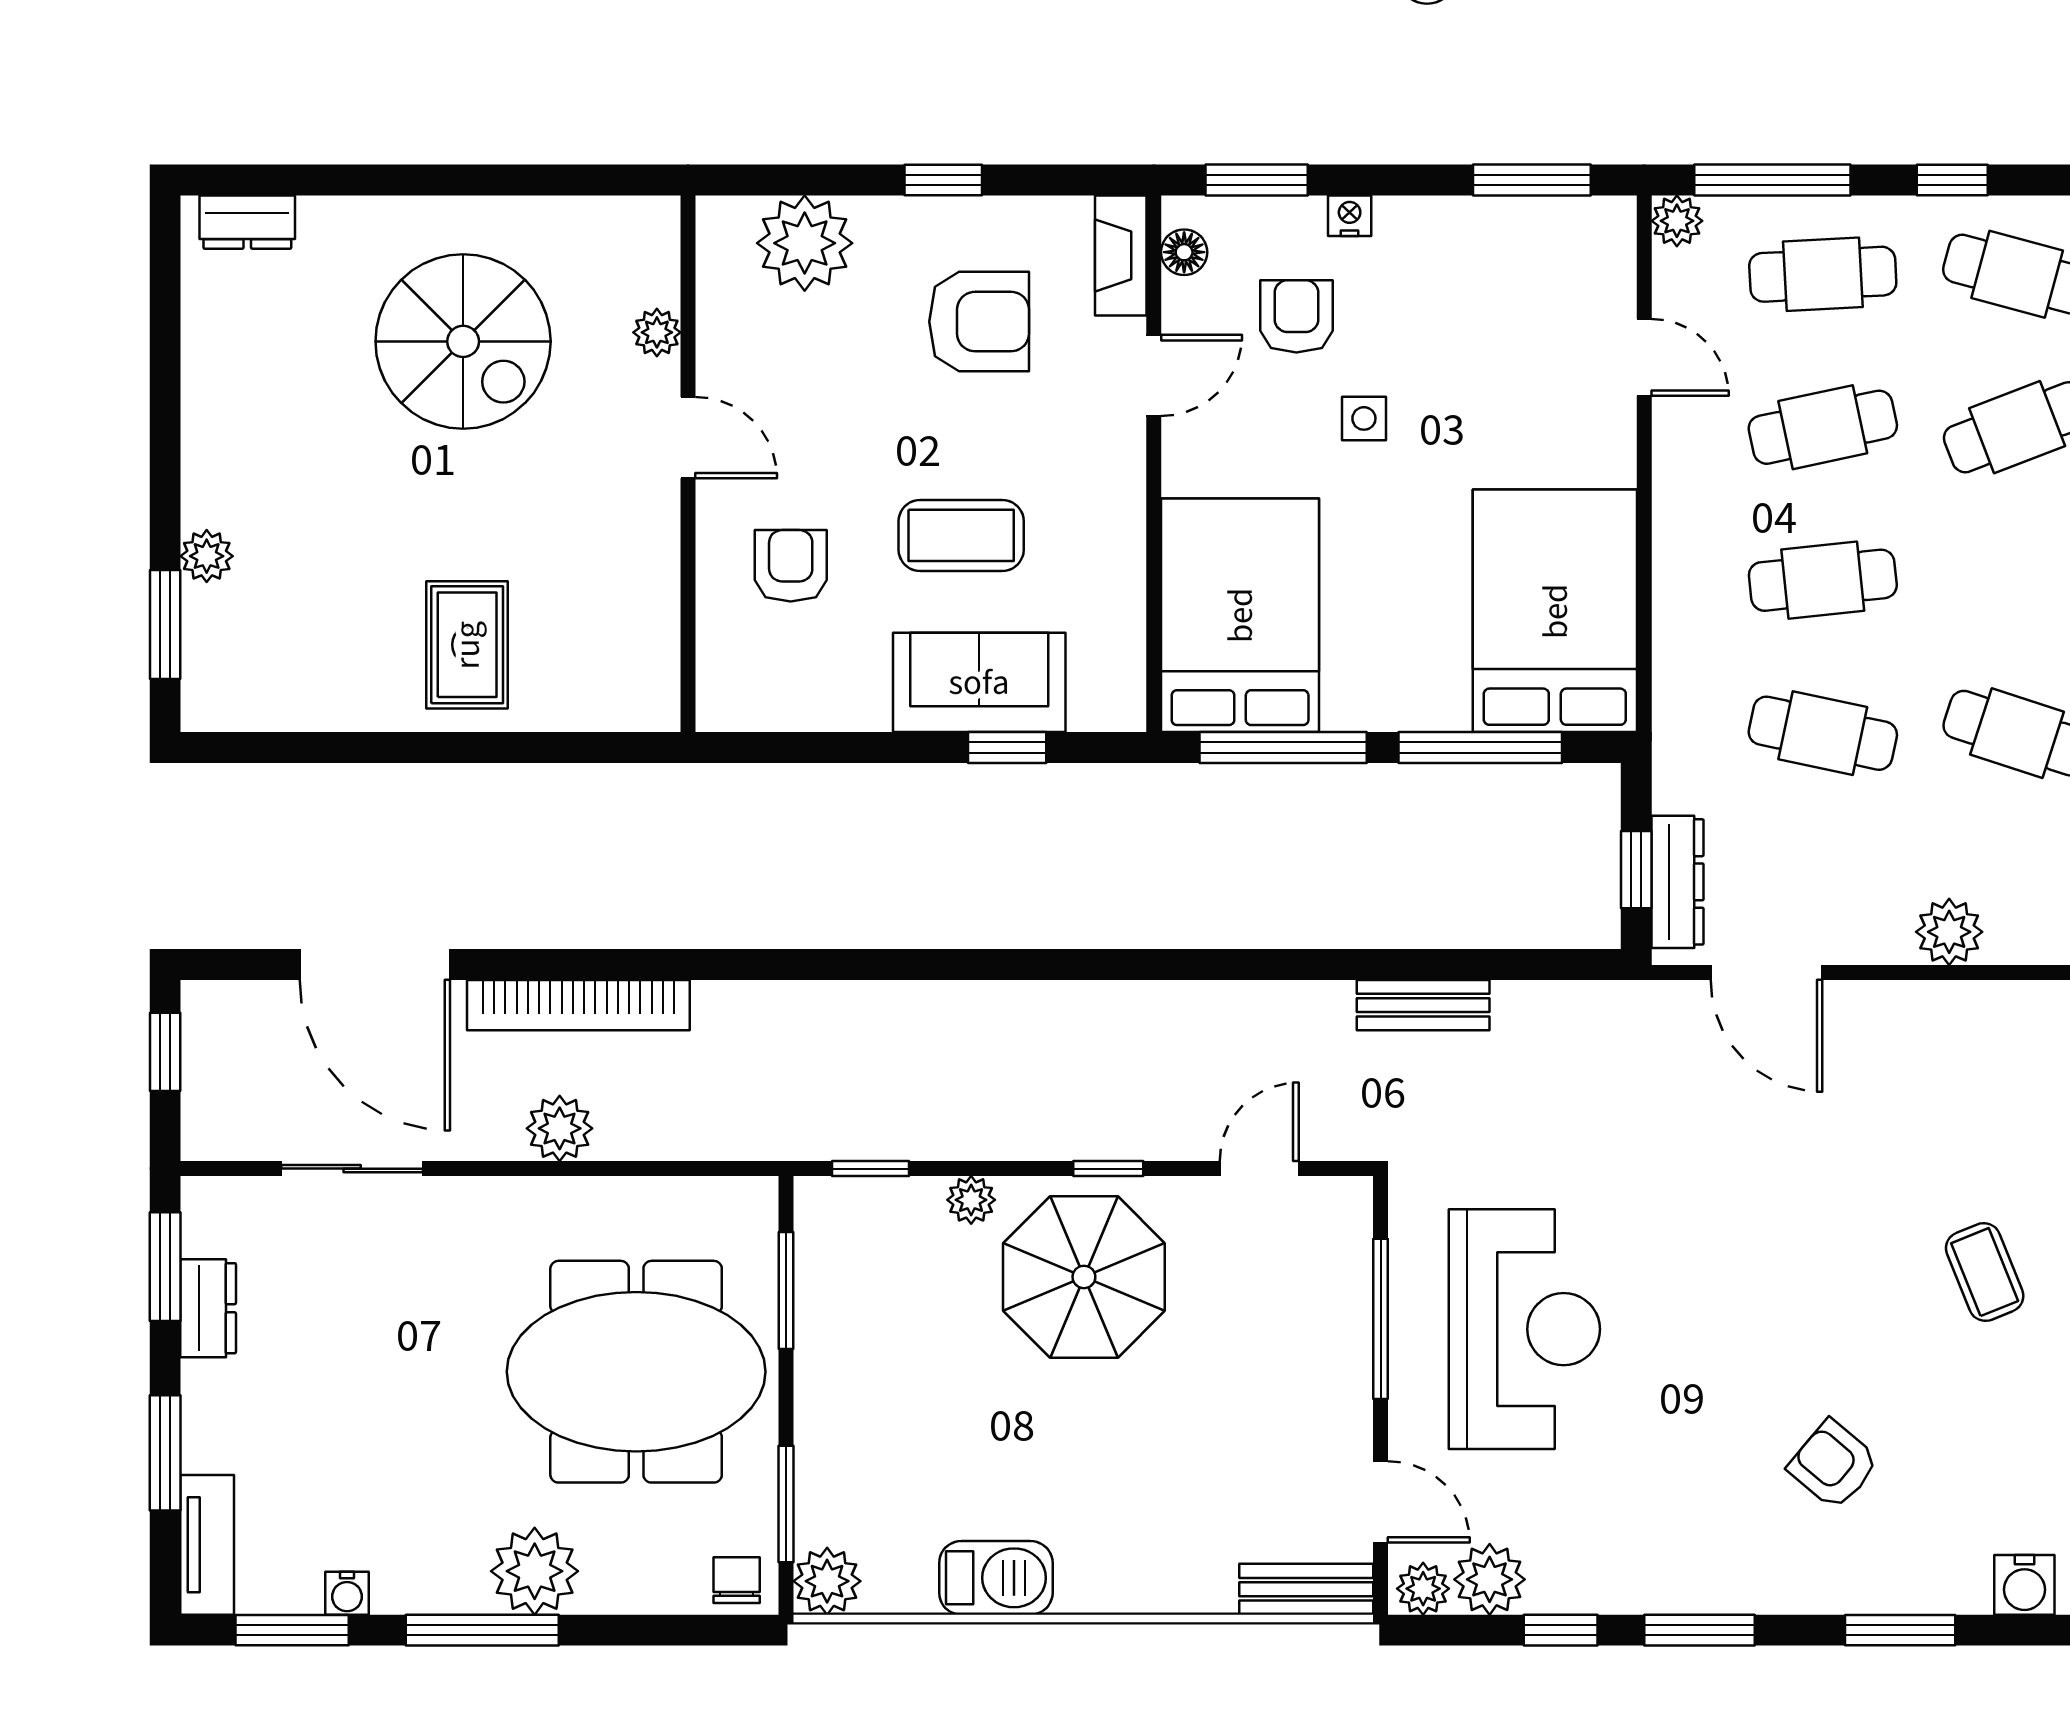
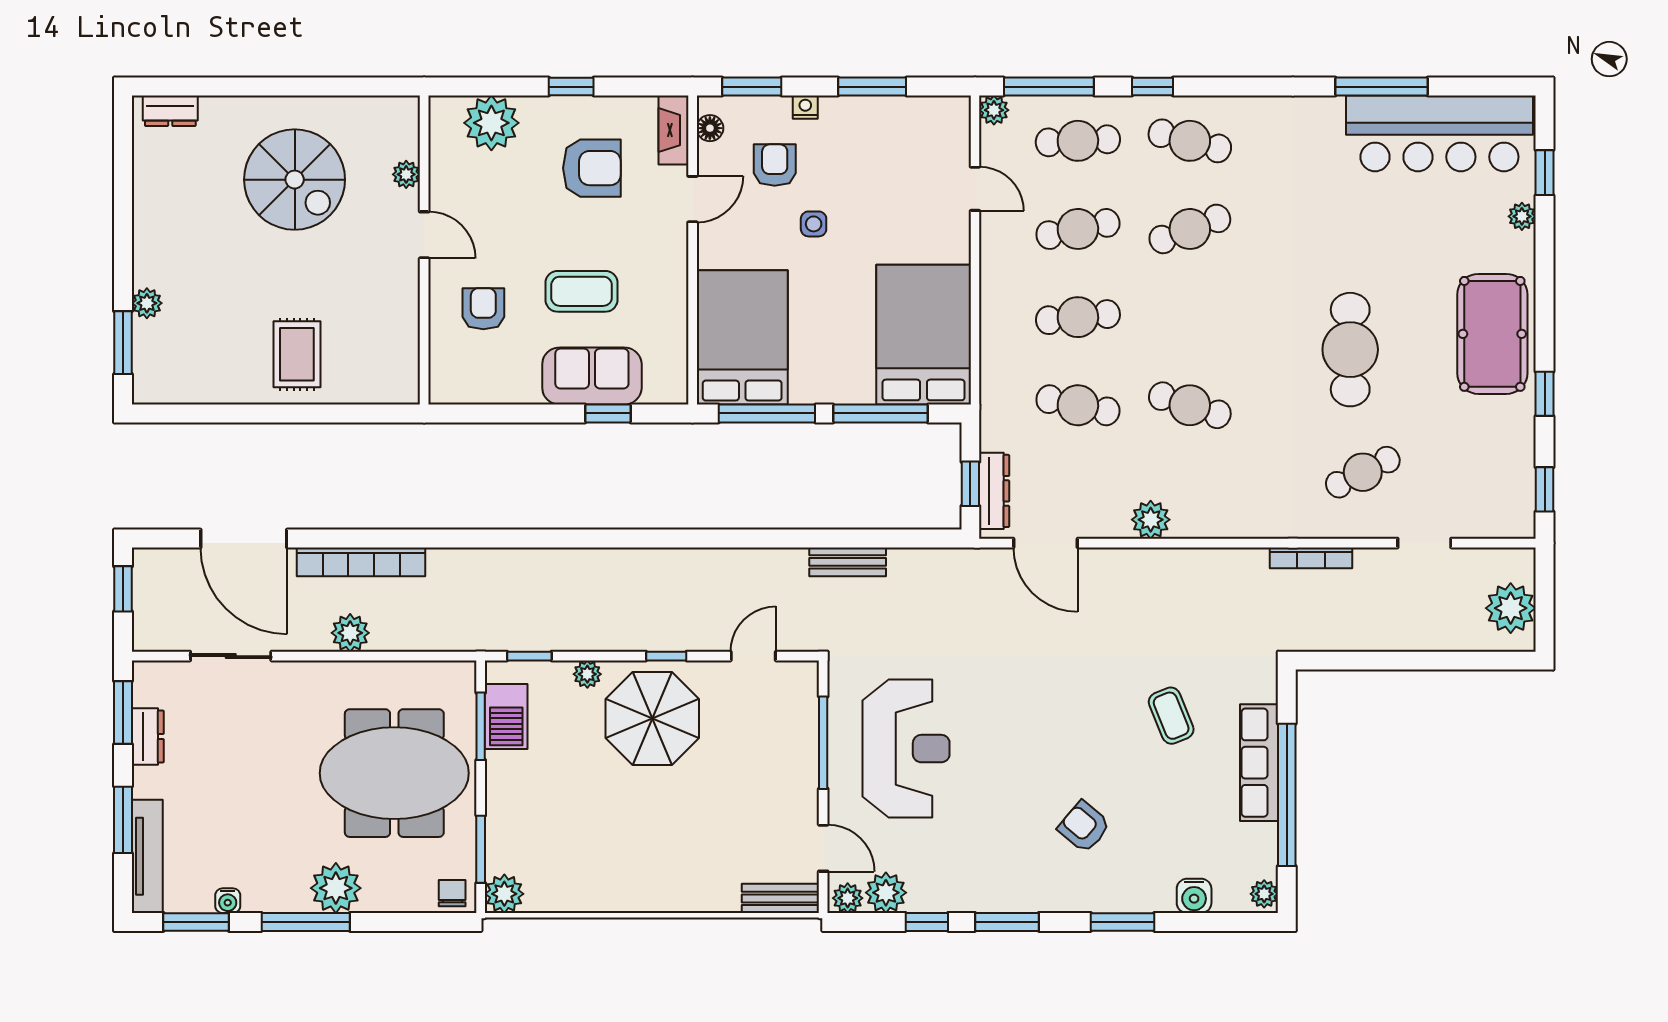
window: (1532, 180) -> (872, 87), moved
tv unit: (207, 1545) -> (147, 856), width x1.41
barbecue: (996, 1578) -> (506, 717), moved, turned 90

